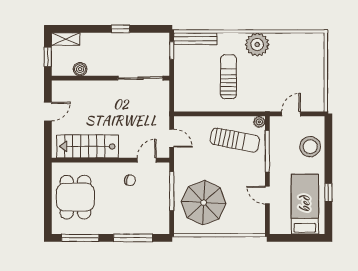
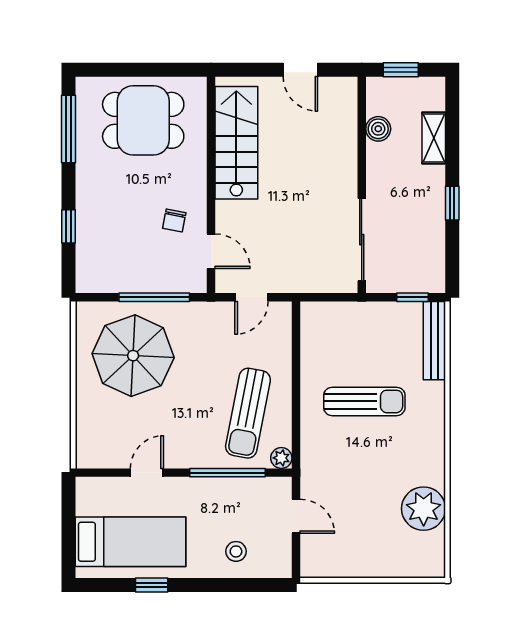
shelving: (66, 39) -> (434, 138), moved
plant: (257, 44) -> (424, 509), moved
stool: (310, 147) -> (236, 551), width x0.53, depth x0.53
window: (133, 238) -> (68, 226), width x0.46

